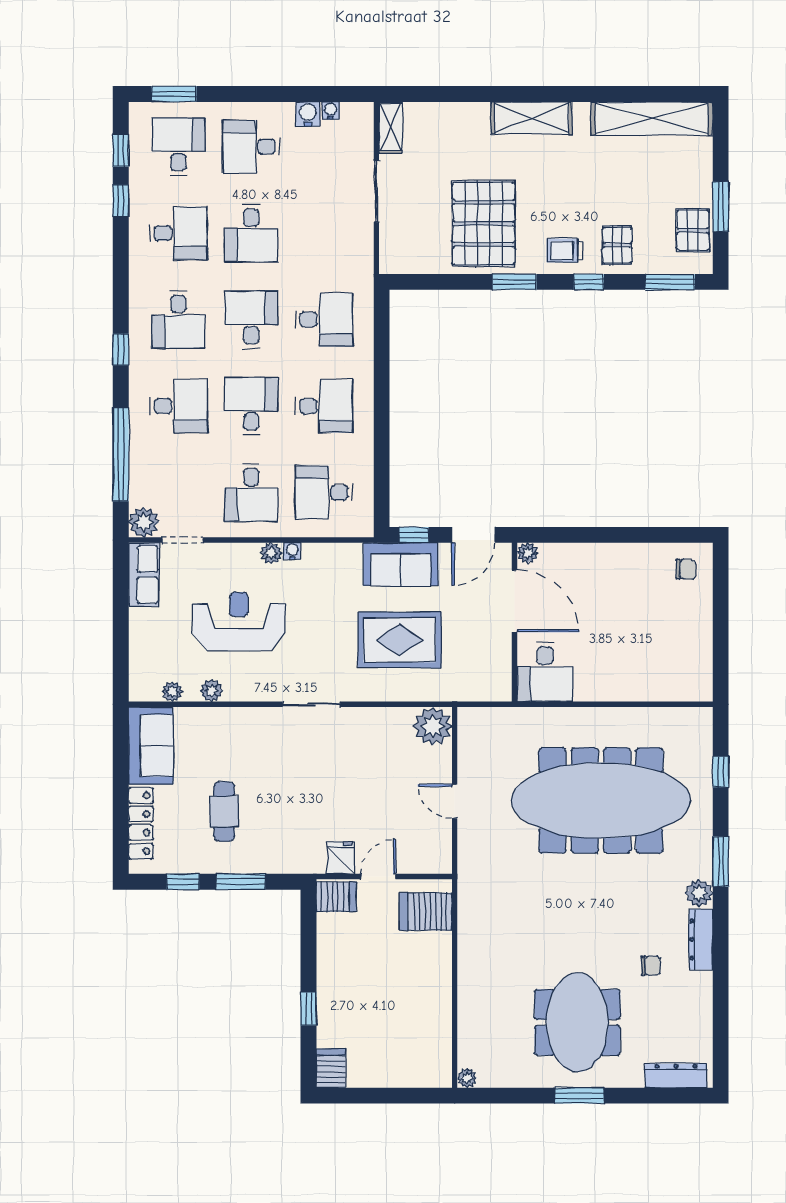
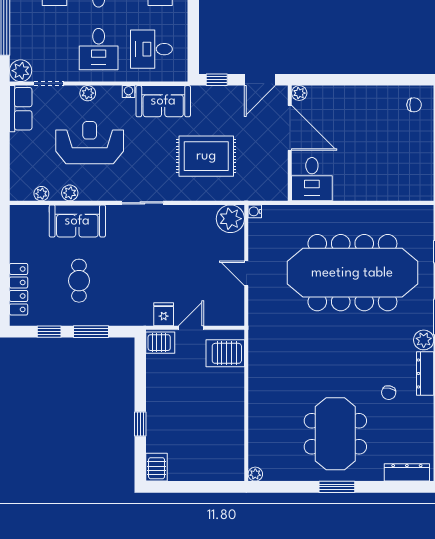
plant: (271, 553) -> (88, 93), moved
sofa: (401, 564) -> (163, 101), moved
water cooler: (466, 716) -> (255, 211), added
sofa: (151, 745) -> (77, 221), moved, turned 90
chair: (651, 966) -> (389, 393), turned 102

